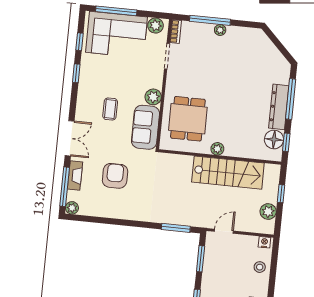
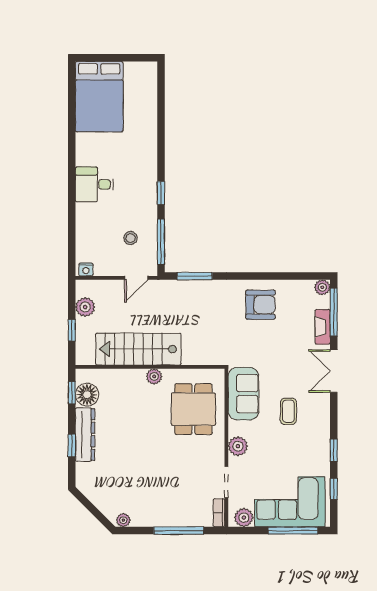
plant: (220, 30) -> (123, 520), moved
plant: (153, 97) -> (238, 446), moved
window: (291, 99) -> (72, 446), width x0.46
armchair: (115, 176) -> (260, 305), moved, turned -90
window: (201, 259) -> (161, 242), width x1.44
stool: (260, 267) -> (131, 238), moved

